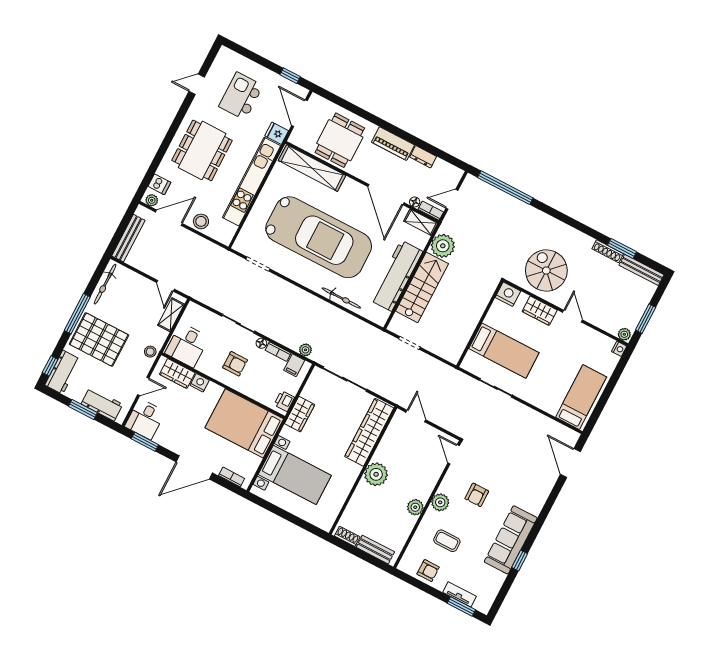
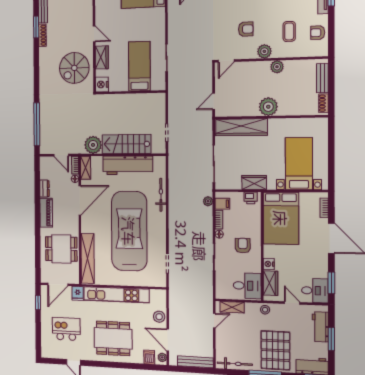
kitchen island: (241, 96) -> (66, 329), turned 180
door: (572, 316) -> (94, 34), swing flipped
armchair: (428, 571) -> (318, 33), turned -90

